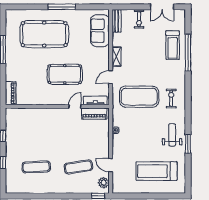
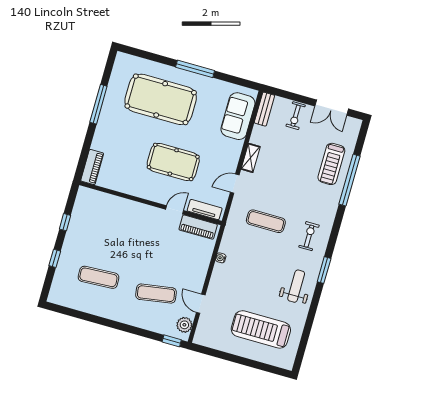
exercise mat: (139, 97) -> (266, 221), width x0.50, depth x0.69
window: (188, 144) -> (324, 270), moved

